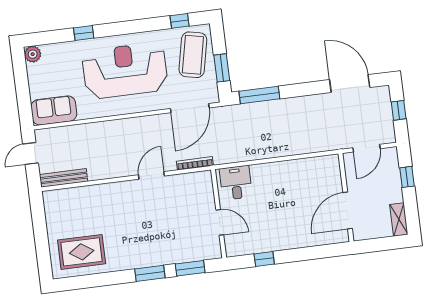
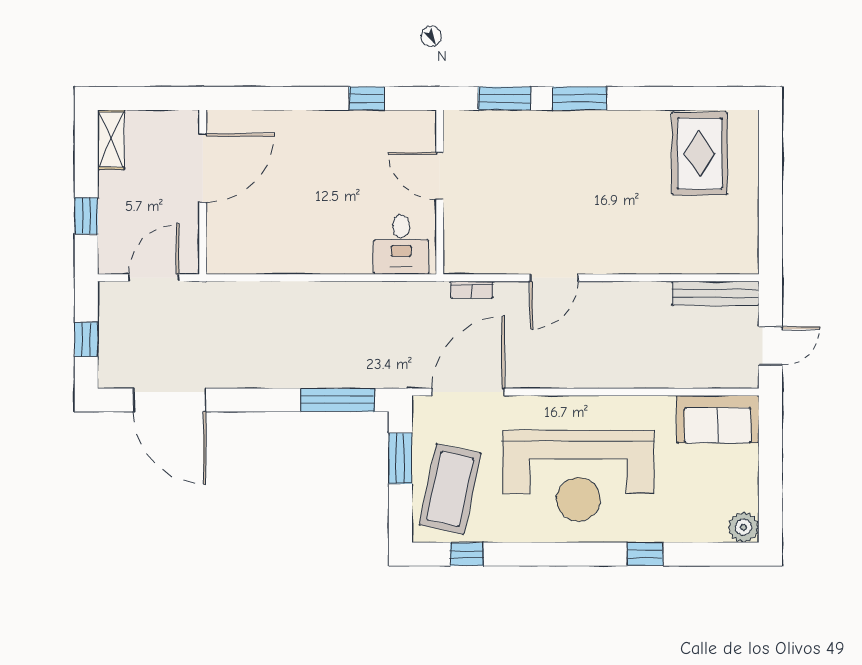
bookcase: (195, 163) -> (472, 290), width x0.64
rug: (82, 252) -> (700, 154), turned 90

